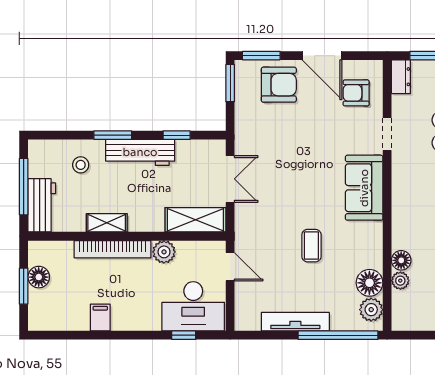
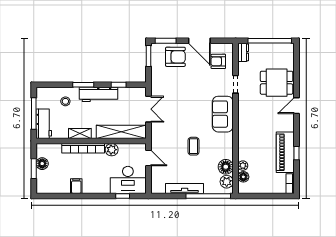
shelving: (195, 220) -> (121, 132), width x1.47
floor lamp: (401, 260) -> (243, 177), moved

